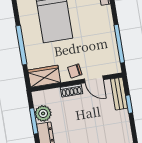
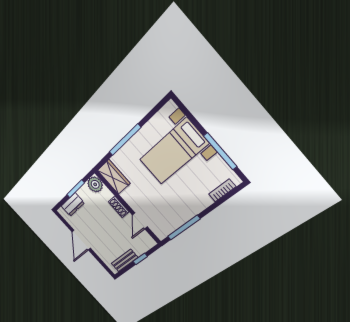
chair: (75, 71) -> (136, 201), removed
bench: (119, 94) -> (125, 260), moved
plant: (43, 113) -> (95, 184), moved

